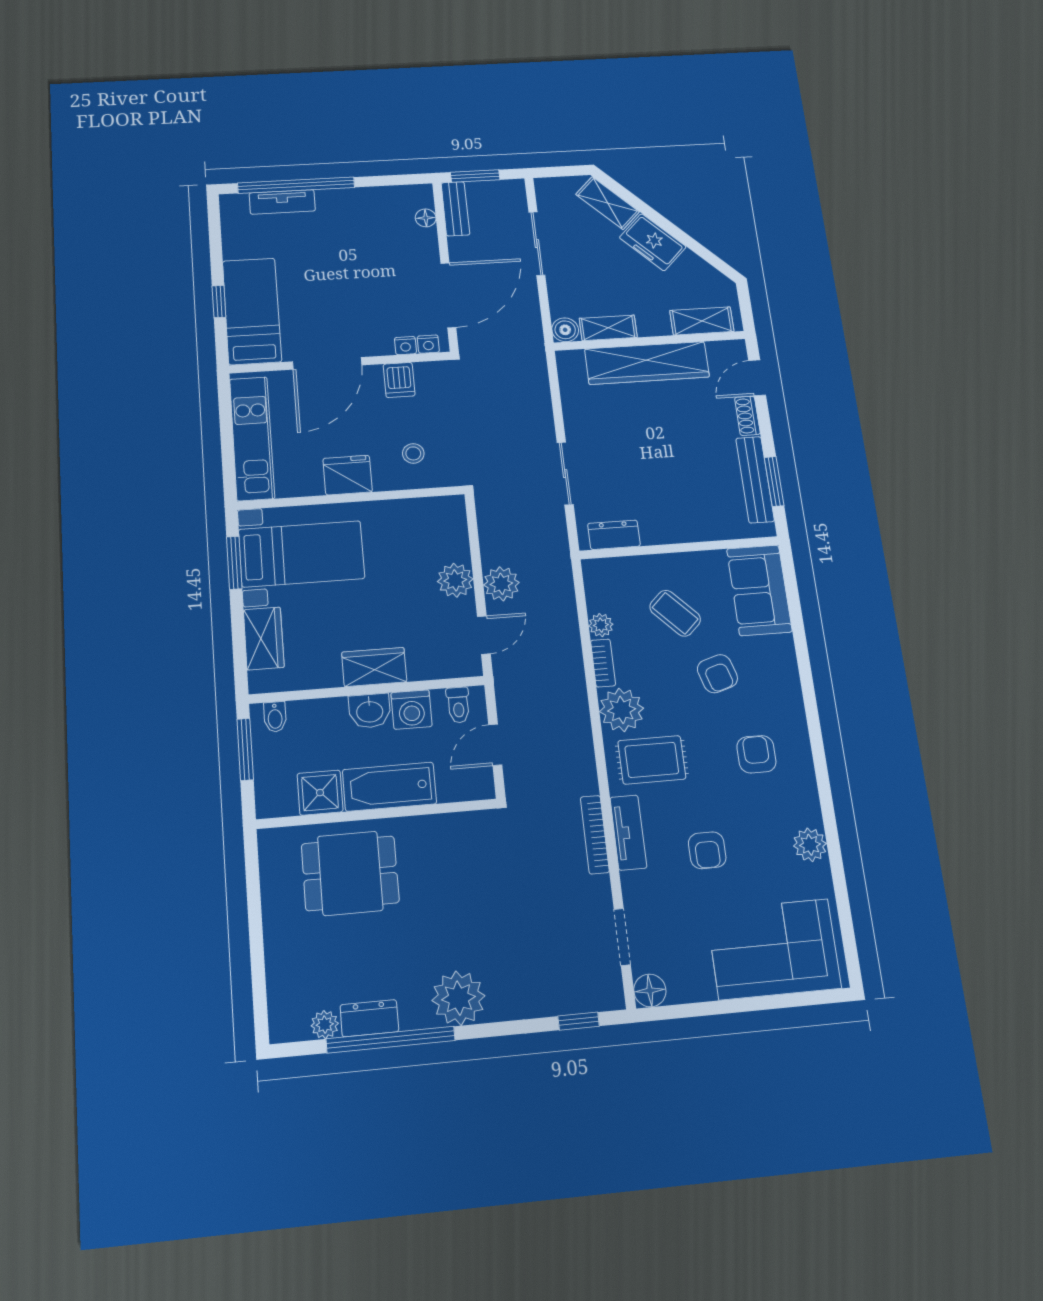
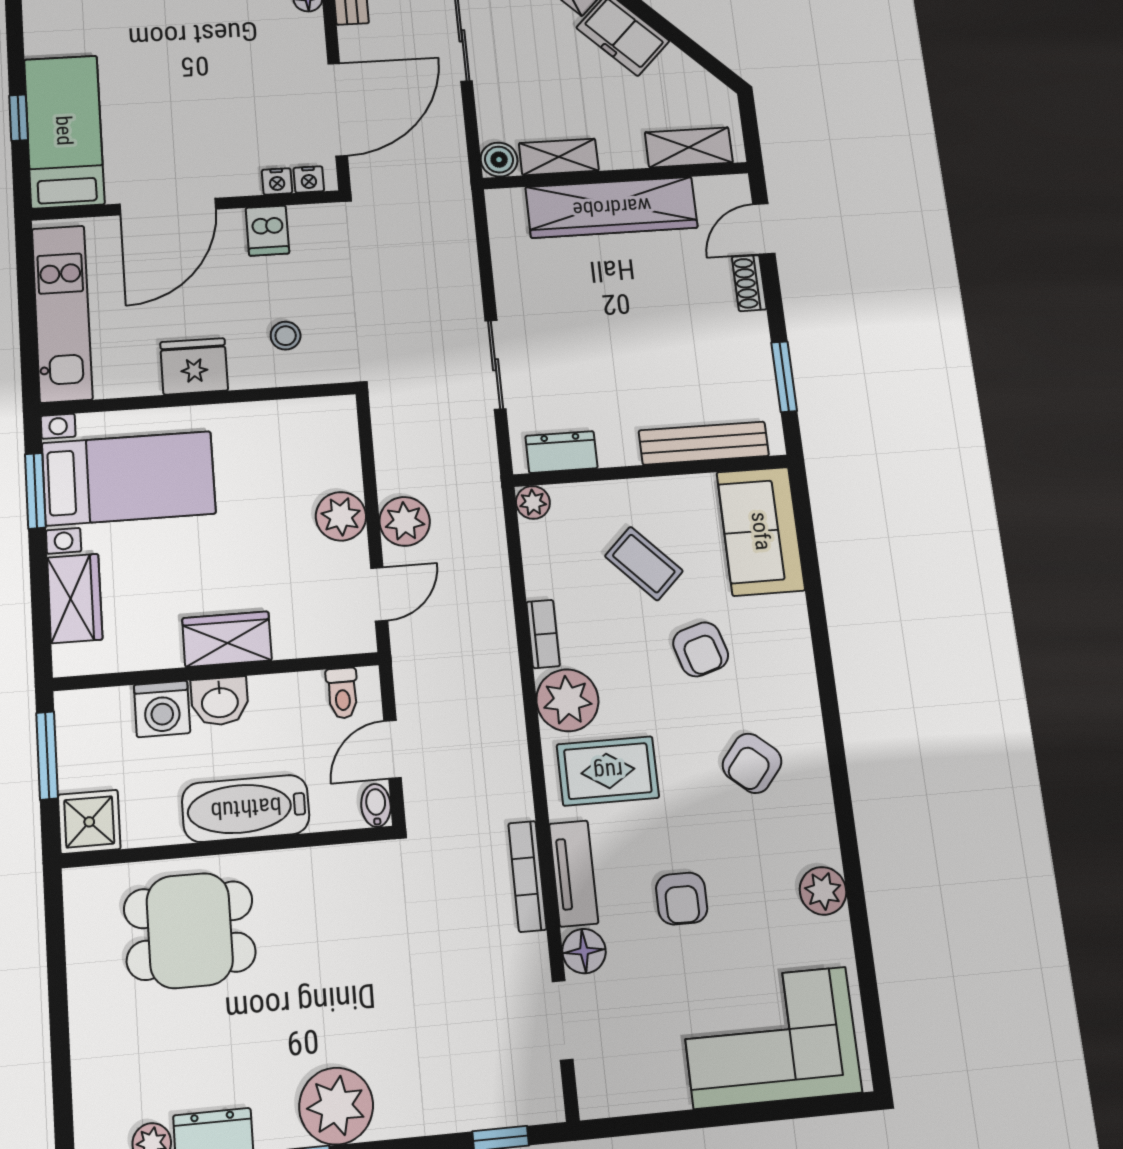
bench: (755, 480) -> (704, 443), moved, turned 90
plant: (601, 625) -> (533, 502), moved
washing machine: (412, 710) -> (162, 709), moved
bidet: (275, 717) -> (376, 805), moved, turned 180
armchair: (756, 754) -> (752, 763), turned -140
shower: (320, 793) -> (89, 822), moved
floor lamp: (650, 990) -> (584, 951), moved

